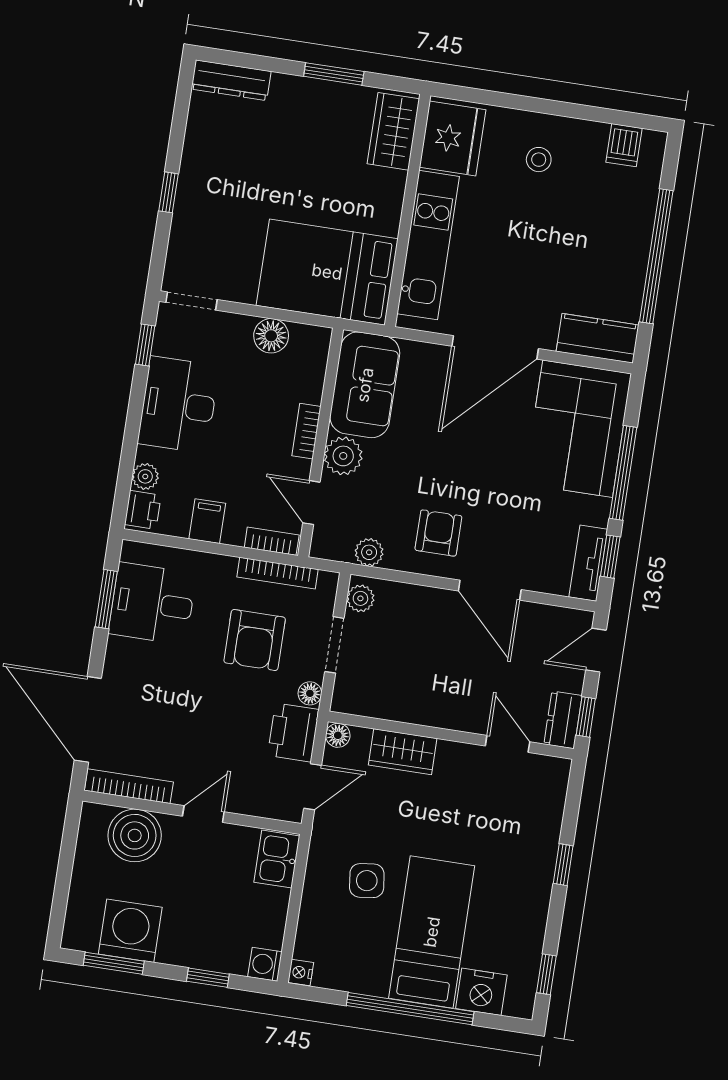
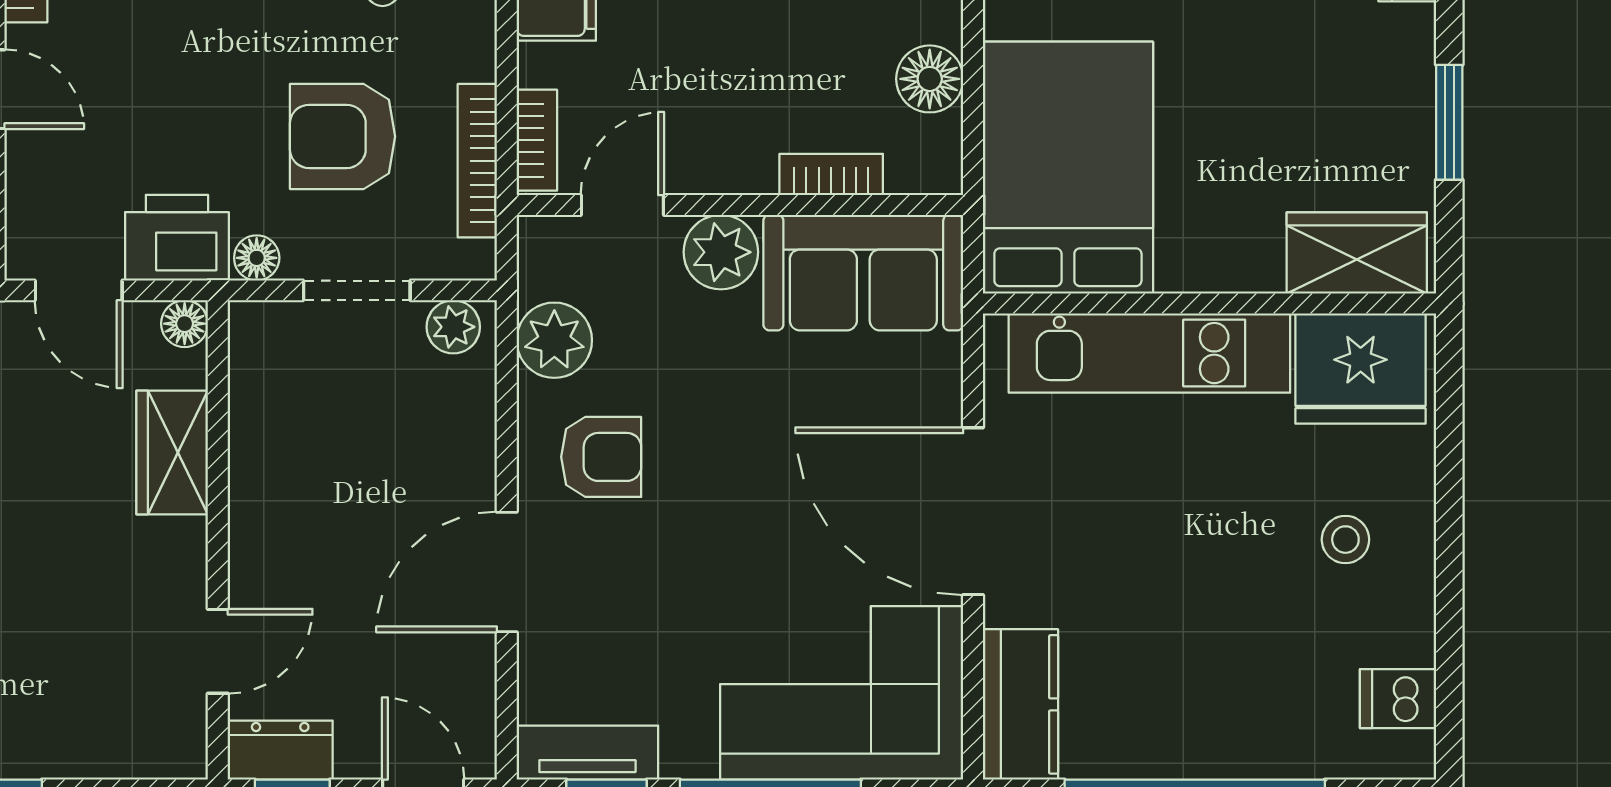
bookcase: (306, 431) -> (831, 174), moved
plant: (369, 552) -> (554, 340), width x1.38, depth x1.38

